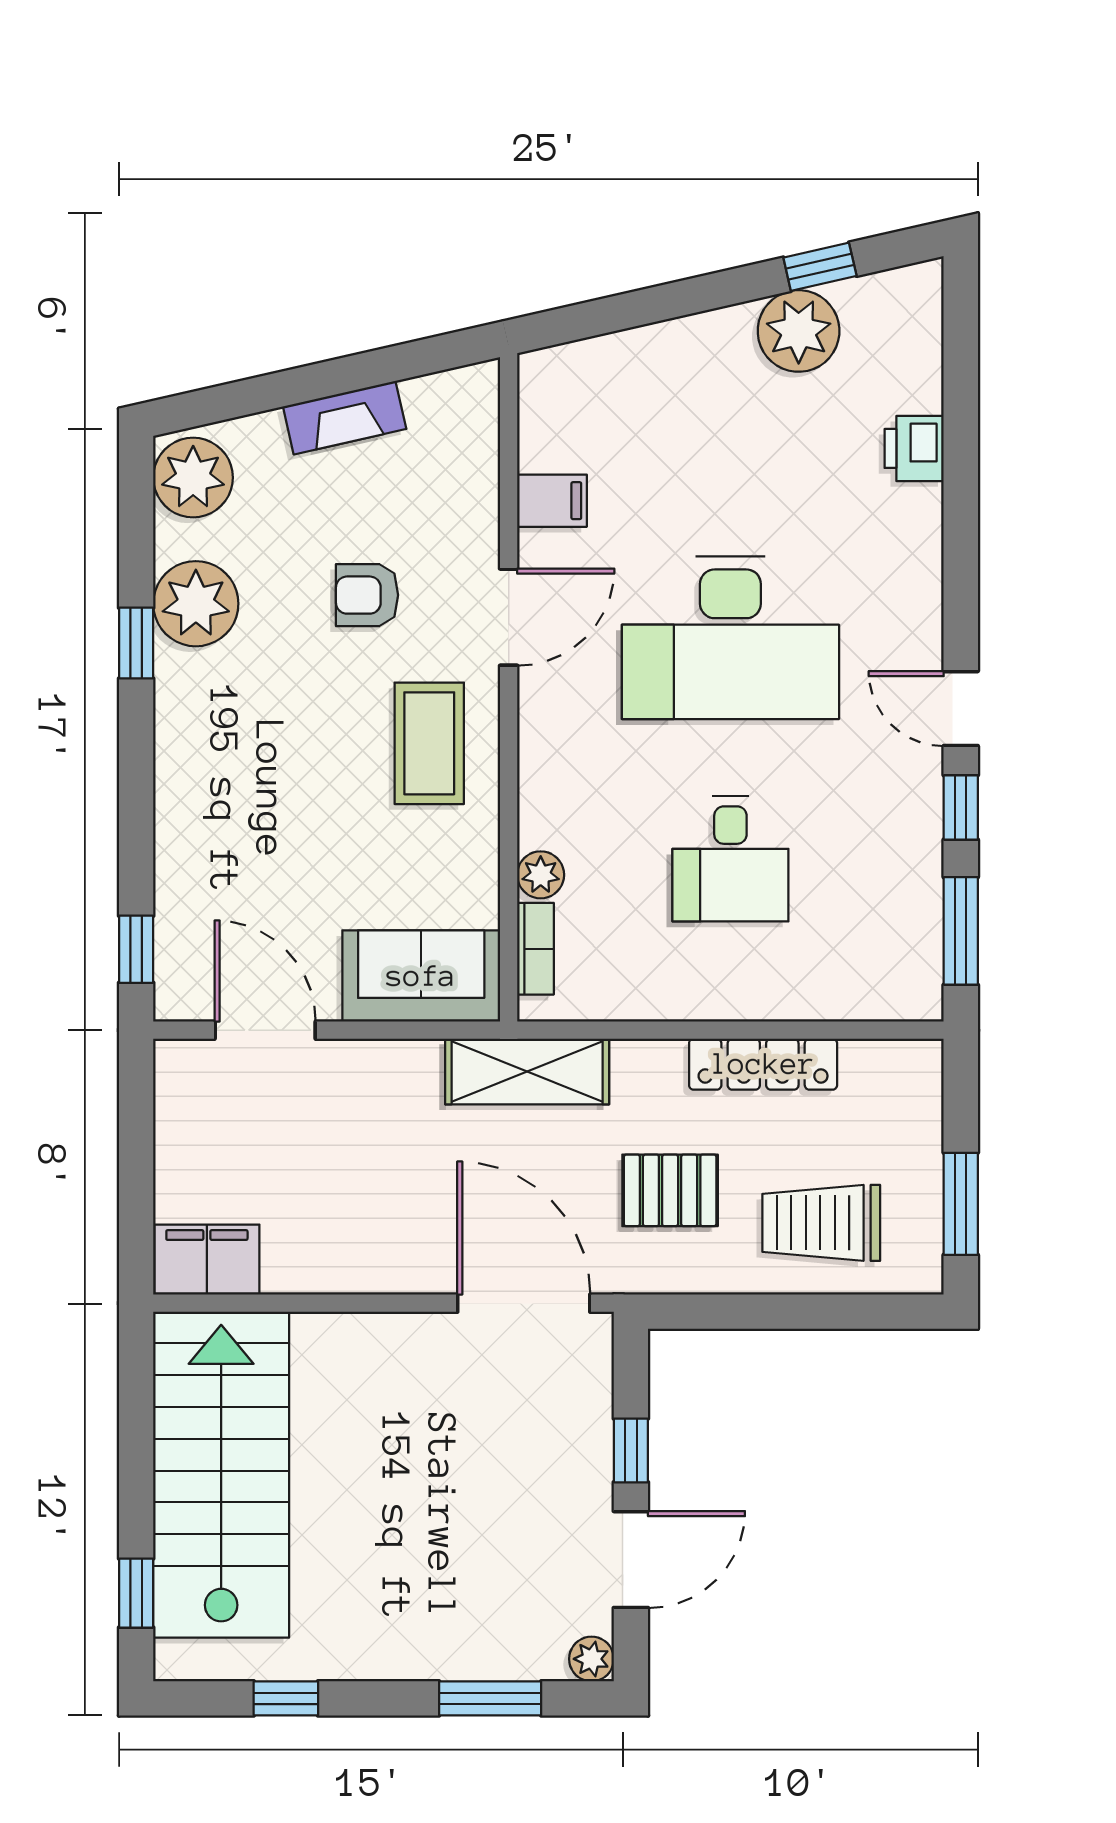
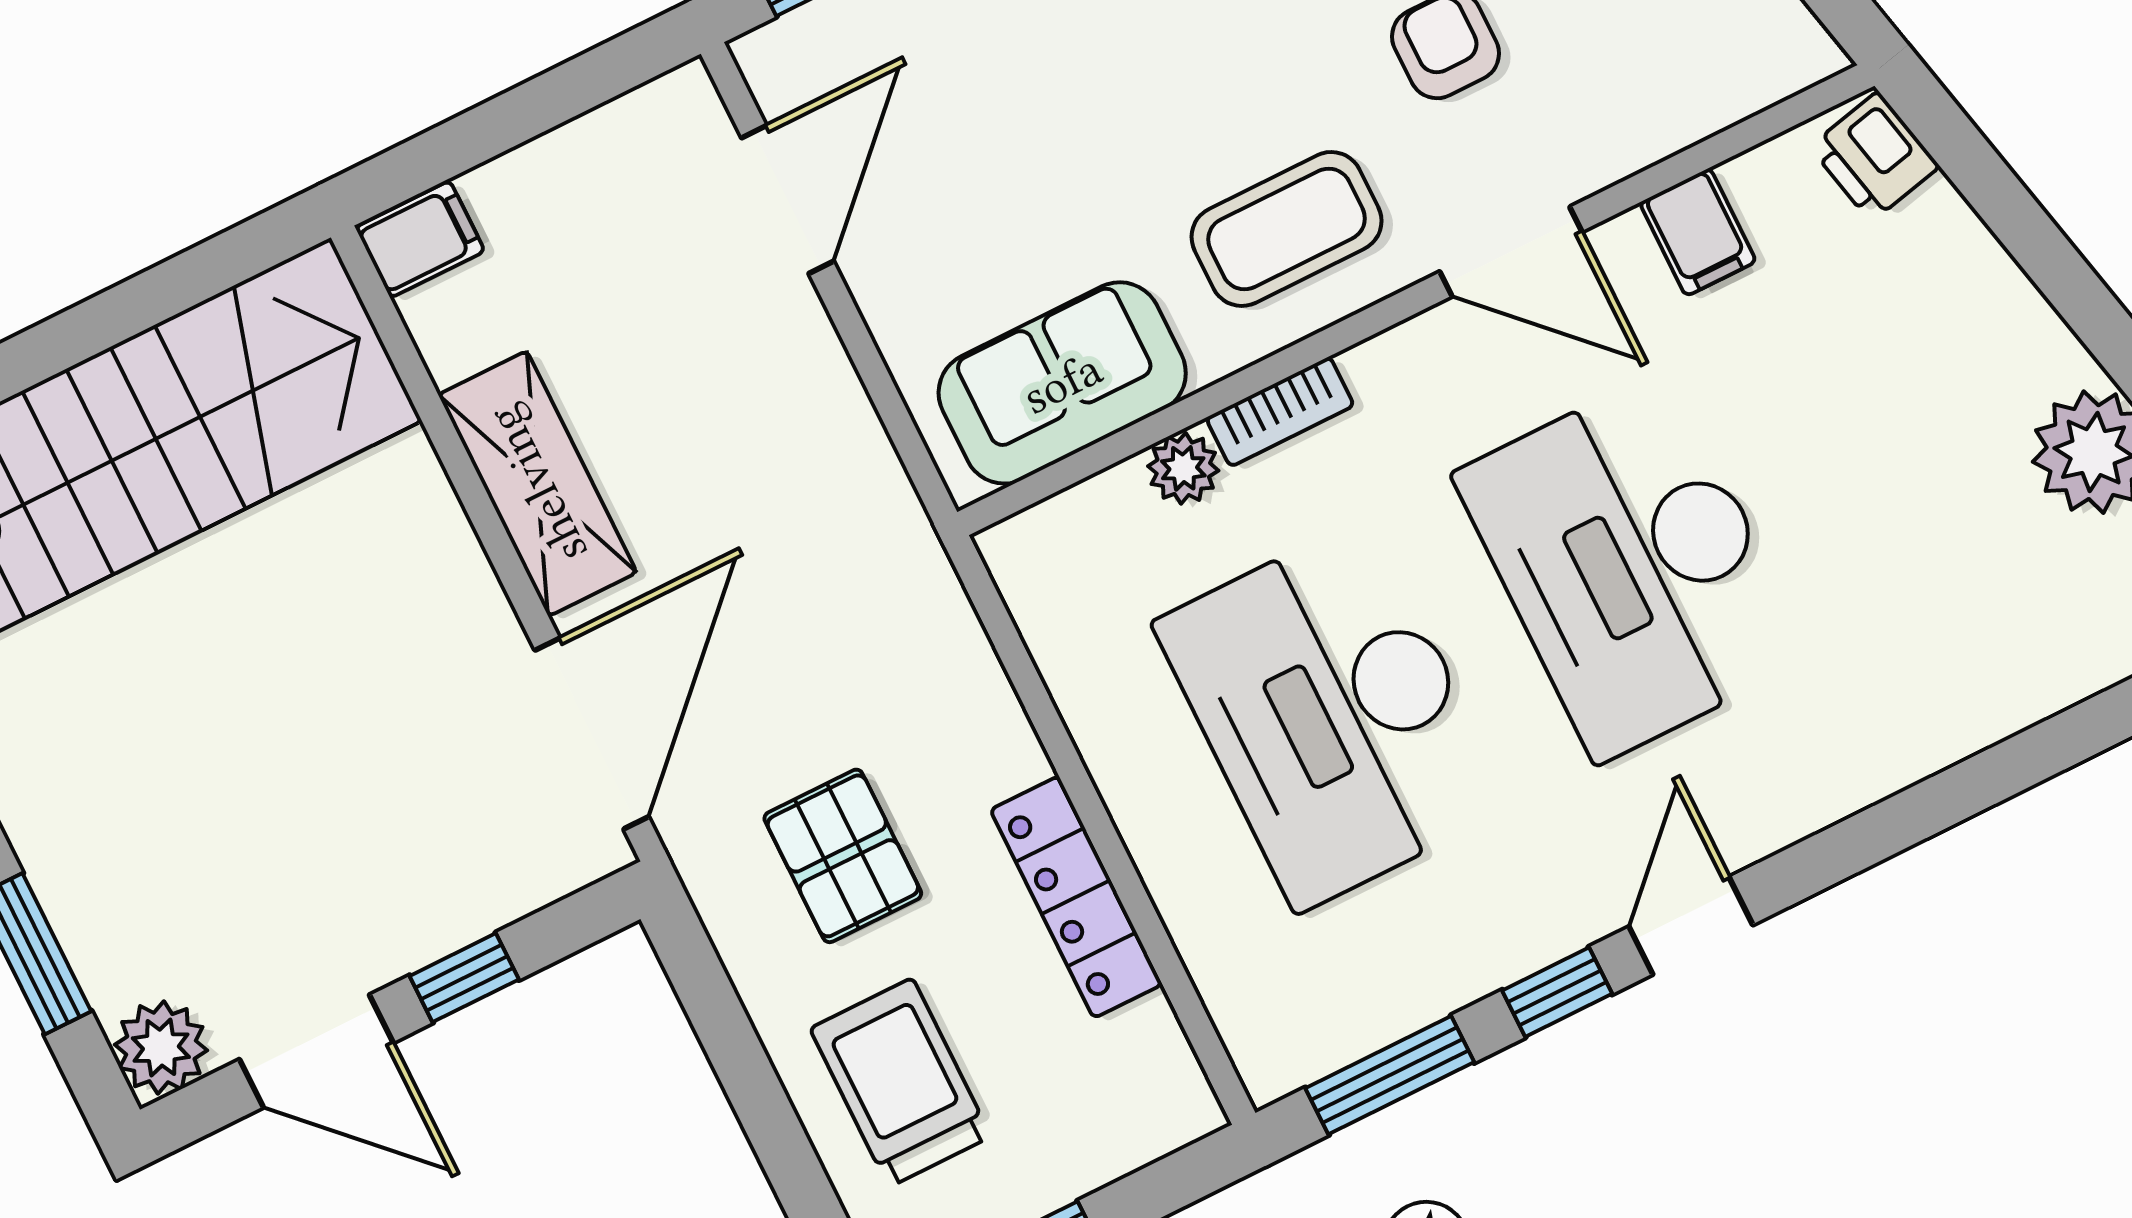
printer: (914, 448) -> (1874, 157), moved, turned -103
desk: (730, 859) -> (1333, 715), width x1.87, depth x1.30
bookcase: (536, 949) -> (1280, 412), moved
sofa: (421, 976) -> (1062, 383), moved, turned -90
shelving: (527, 1071) -> (537, 484), moved
filing cabinet: (207, 1260) -> (420, 239), width x0.50
plant: (591, 1659) -> (161, 1048), width x1.38, depth x1.38

